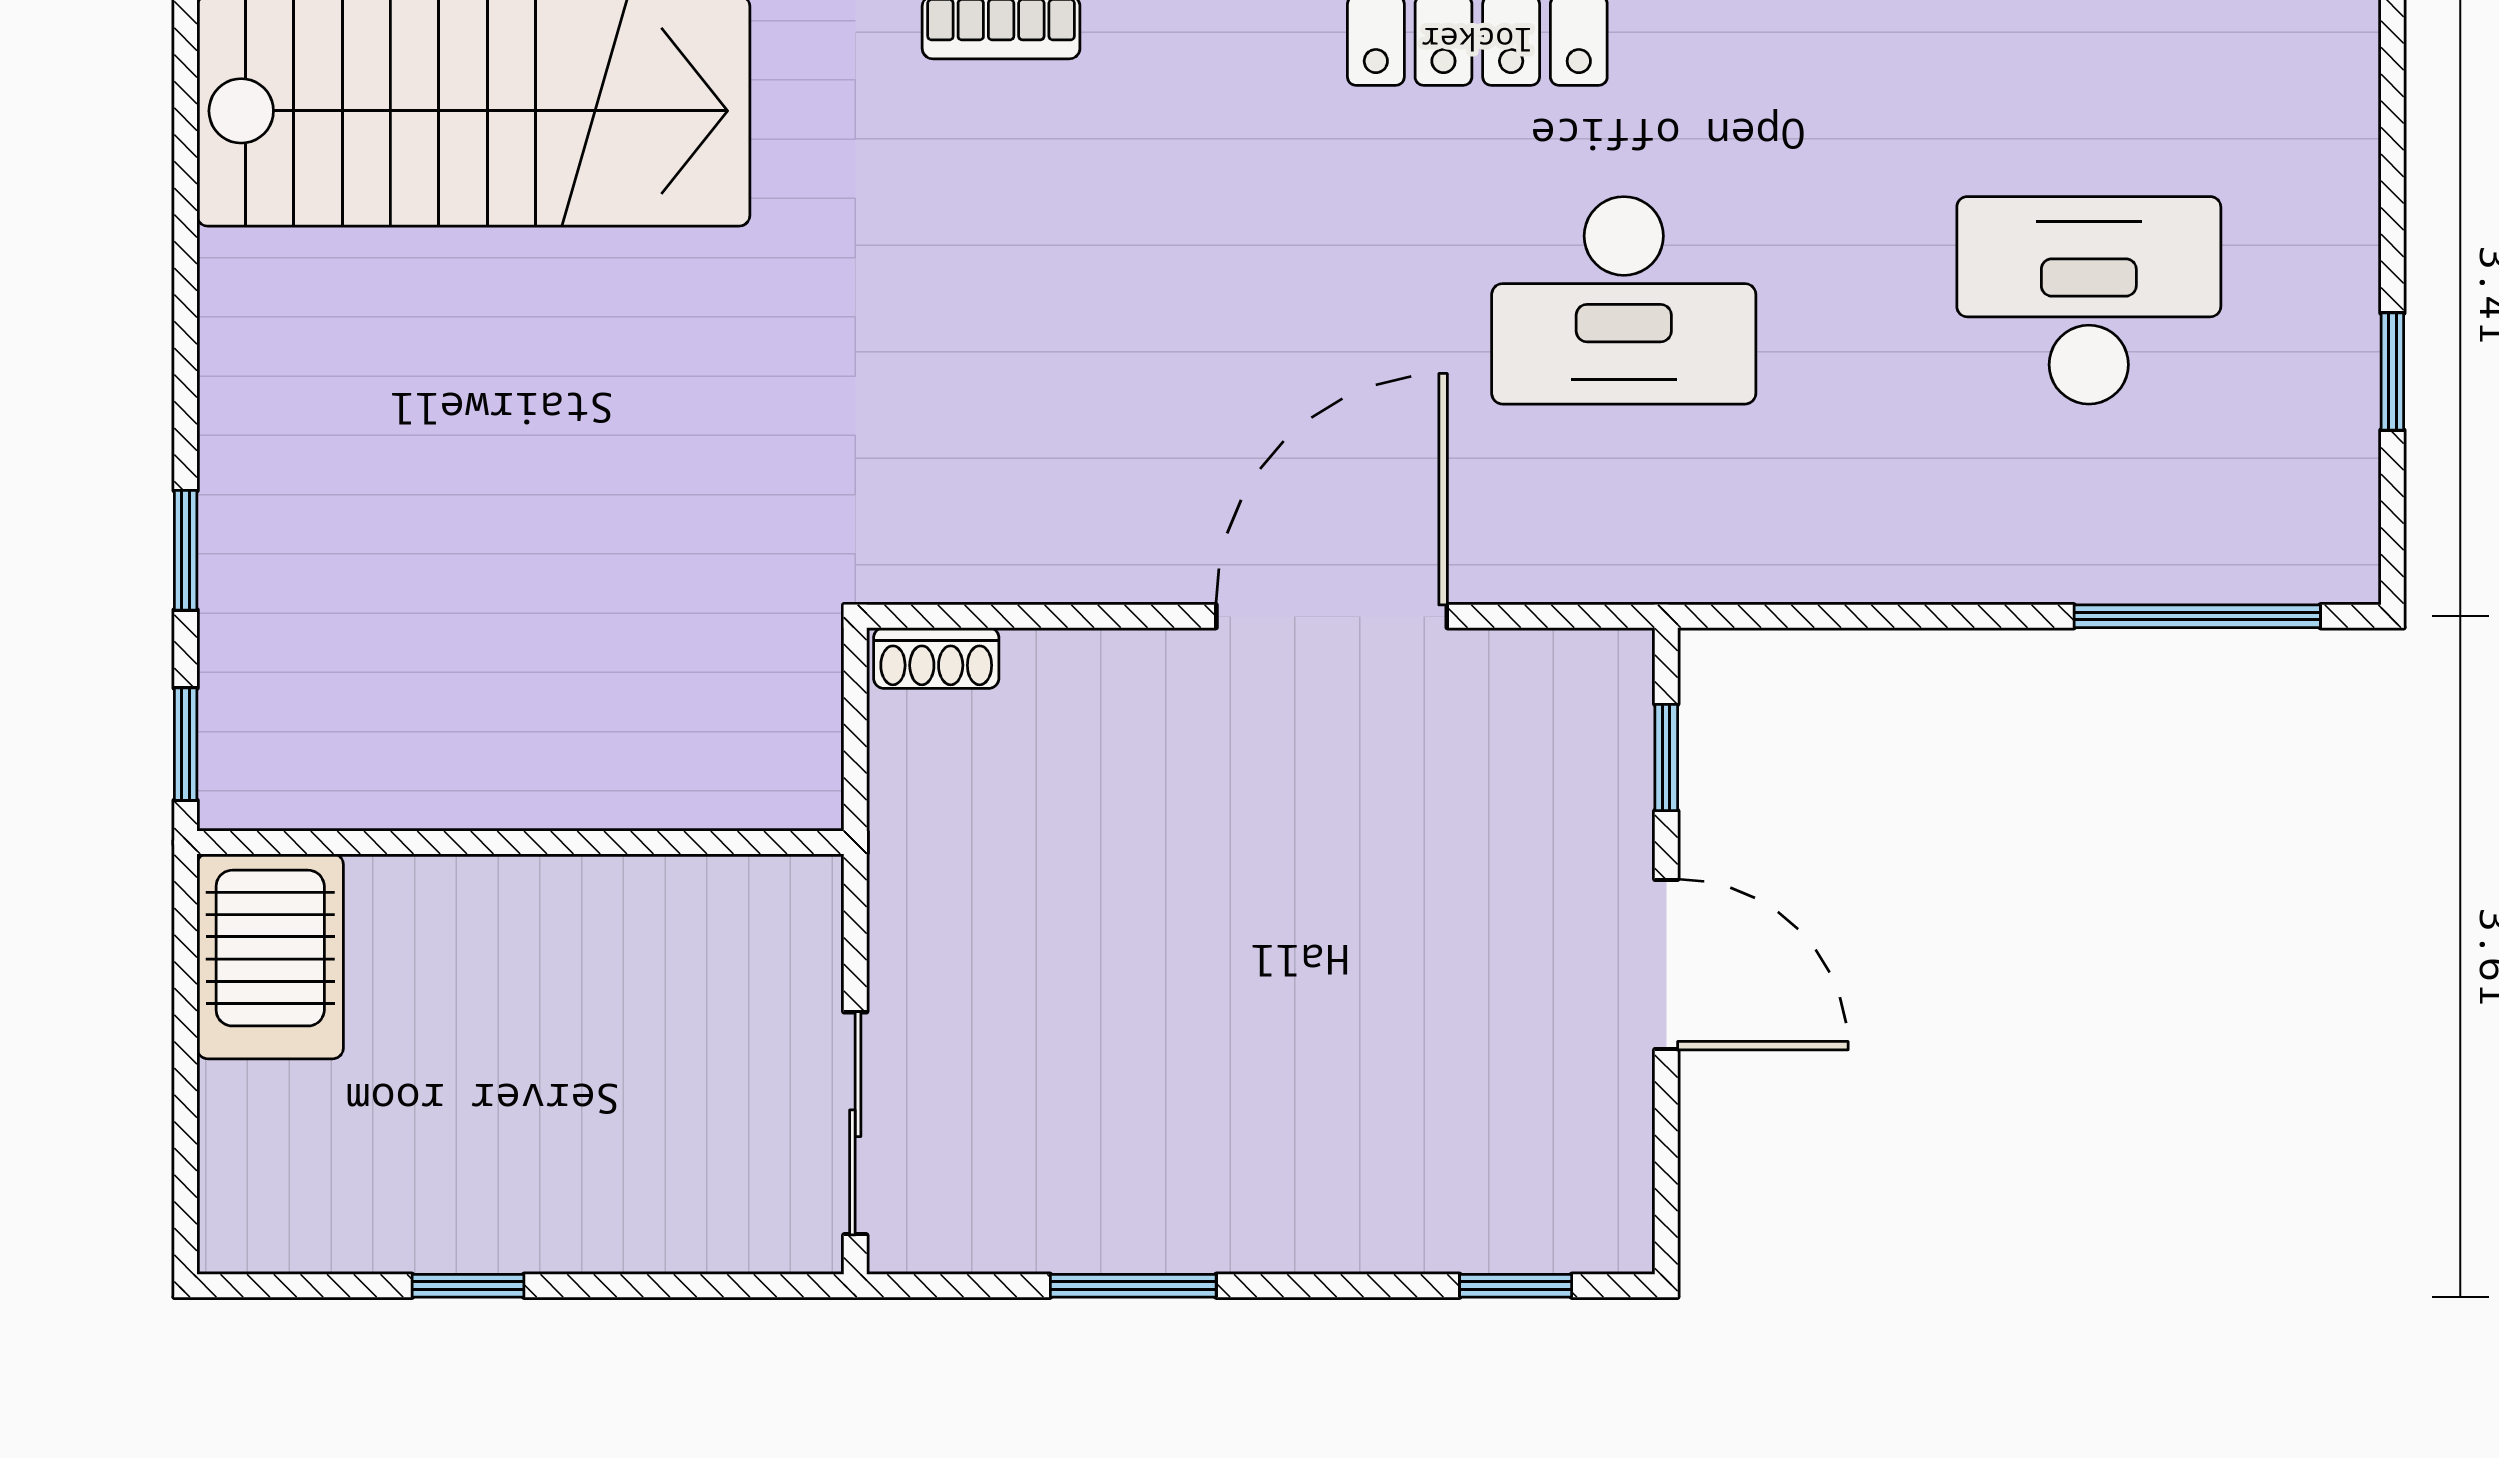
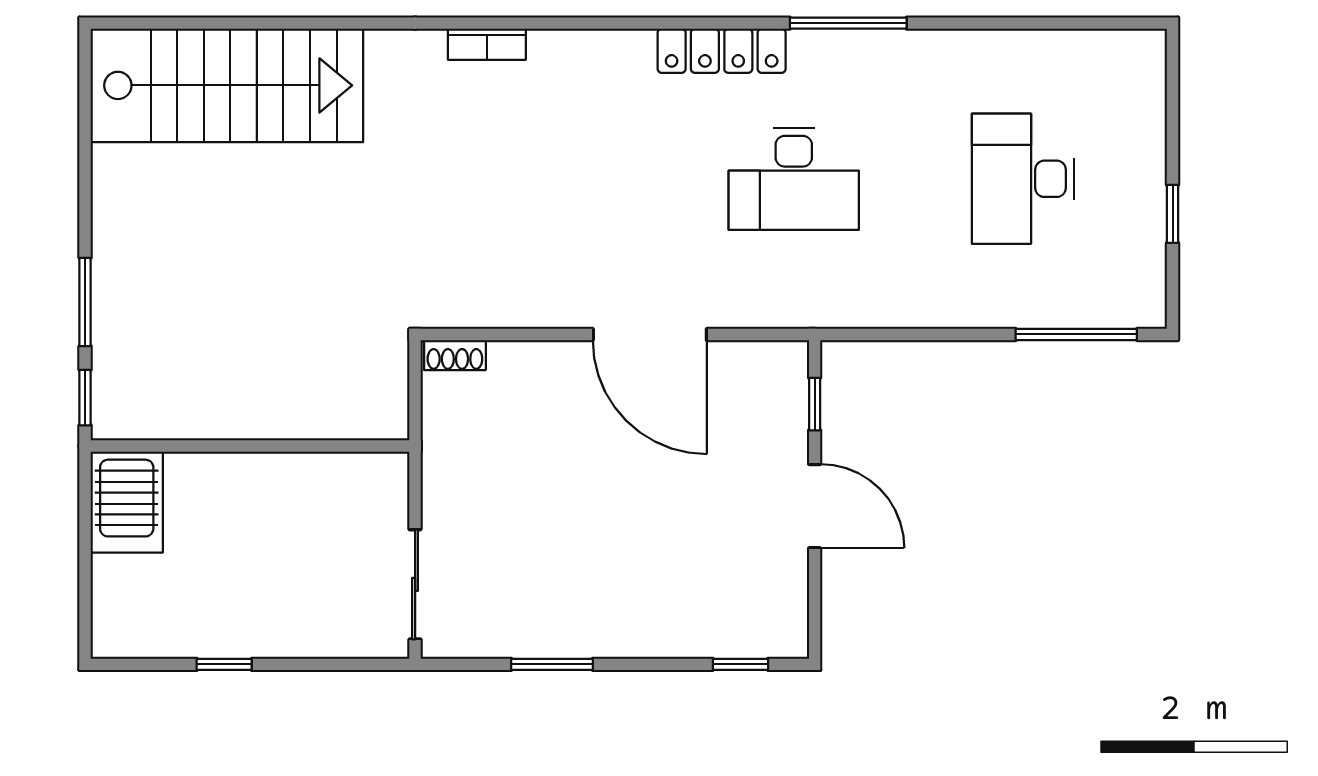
desk: (2089, 300) -> (1023, 179), turned -90
window: (186, 550) -> (85, 302), width x1.50
door: (1332, 616) -> (650, 334), swing flipped

